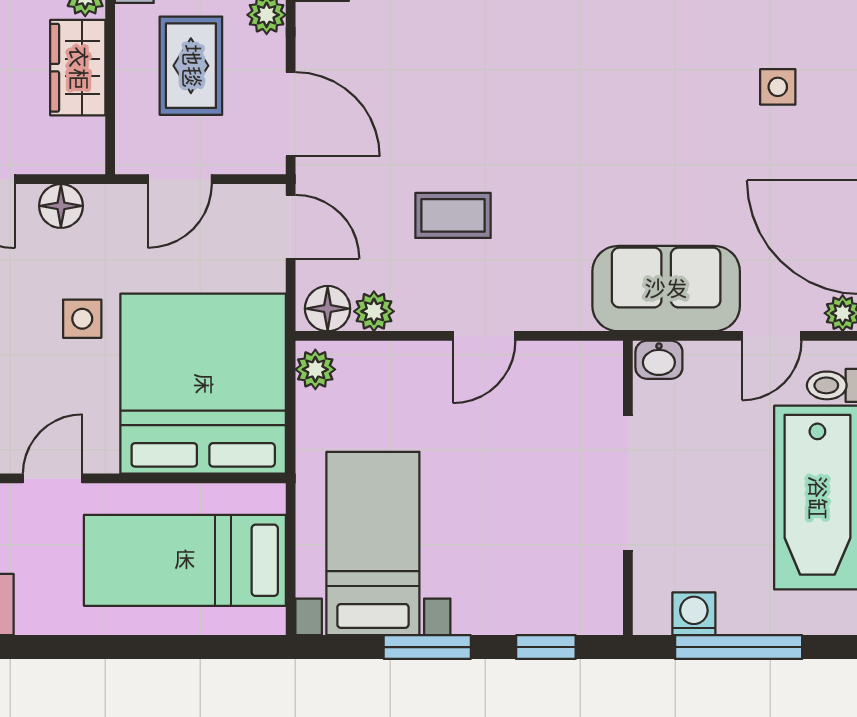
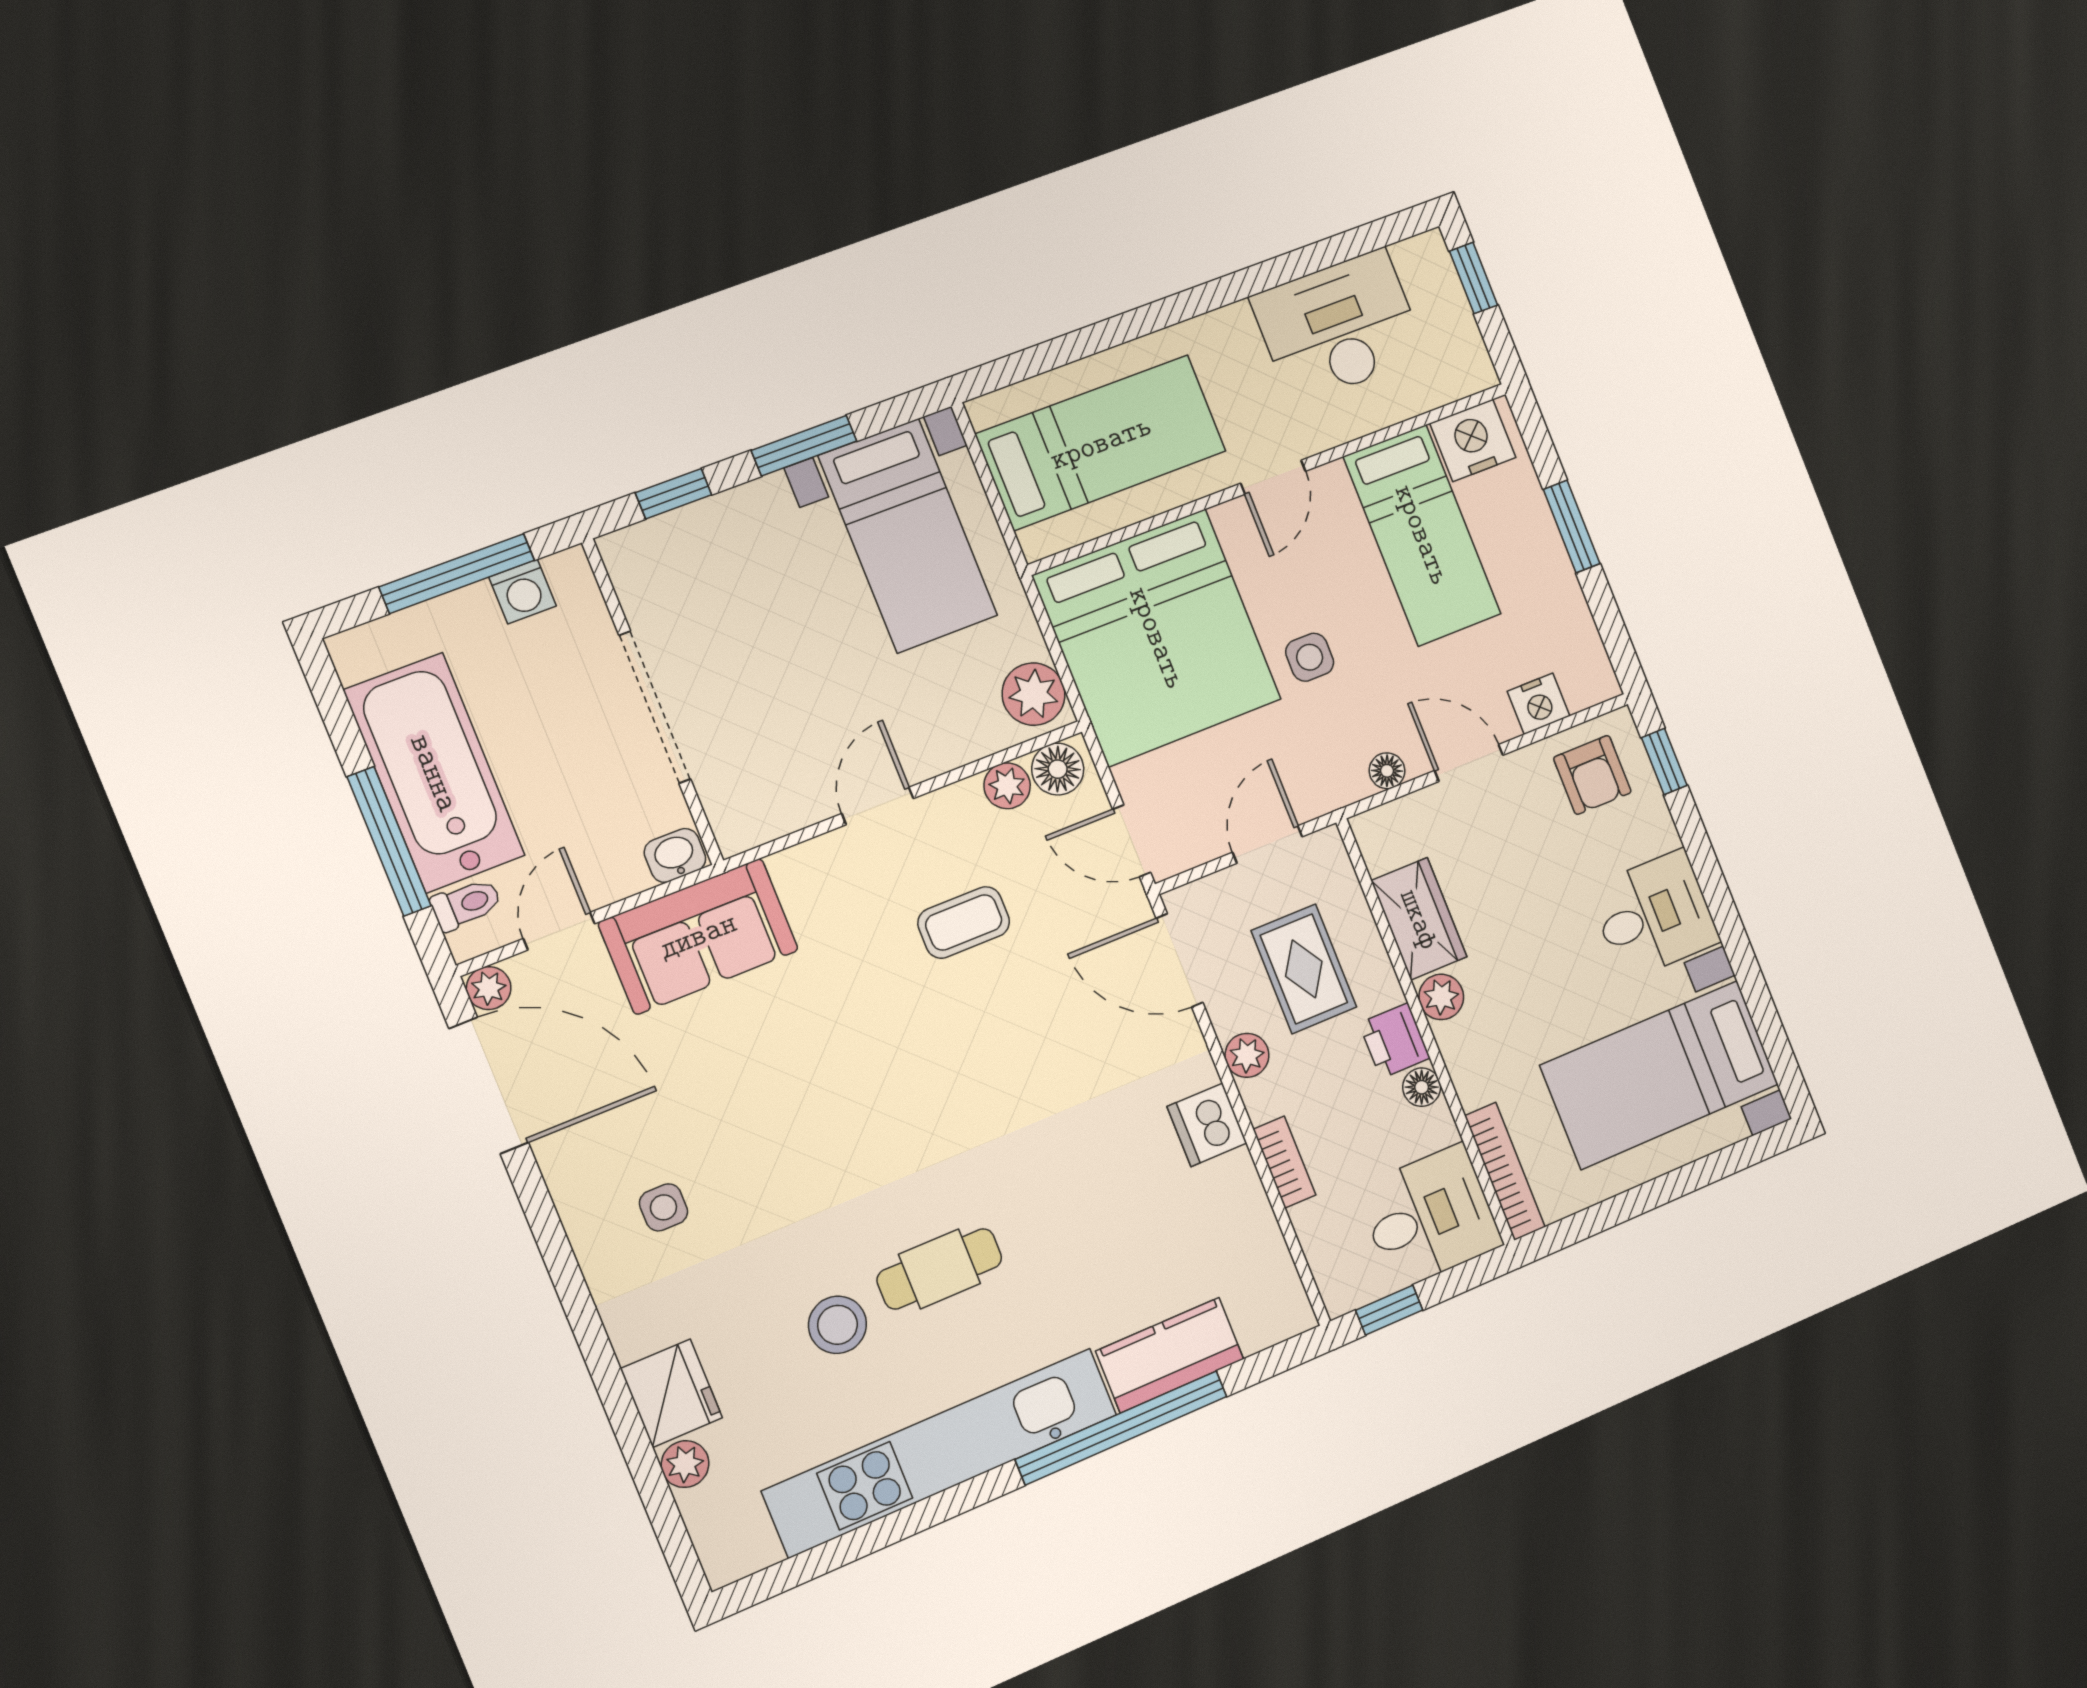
floor lamp: (61, 206) -> (1387, 771), width x0.73, depth x0.73
plant: (315, 369) -> (1034, 694), width x1.38, depth x1.38

